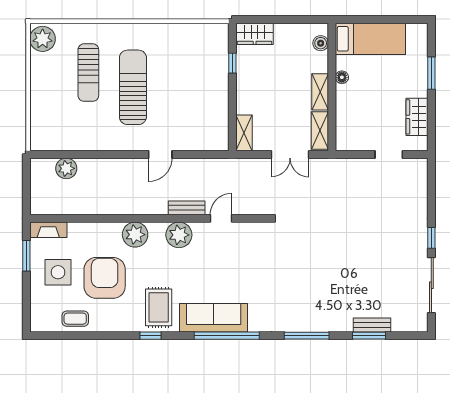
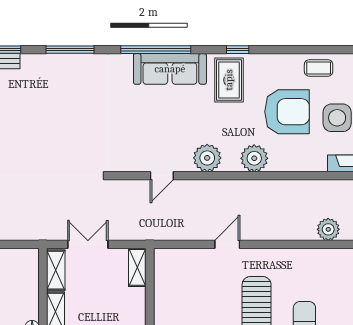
bench: (187, 208) -> (199, 187), removed
armchair: (105, 278) -> (287, 112), turned -90

